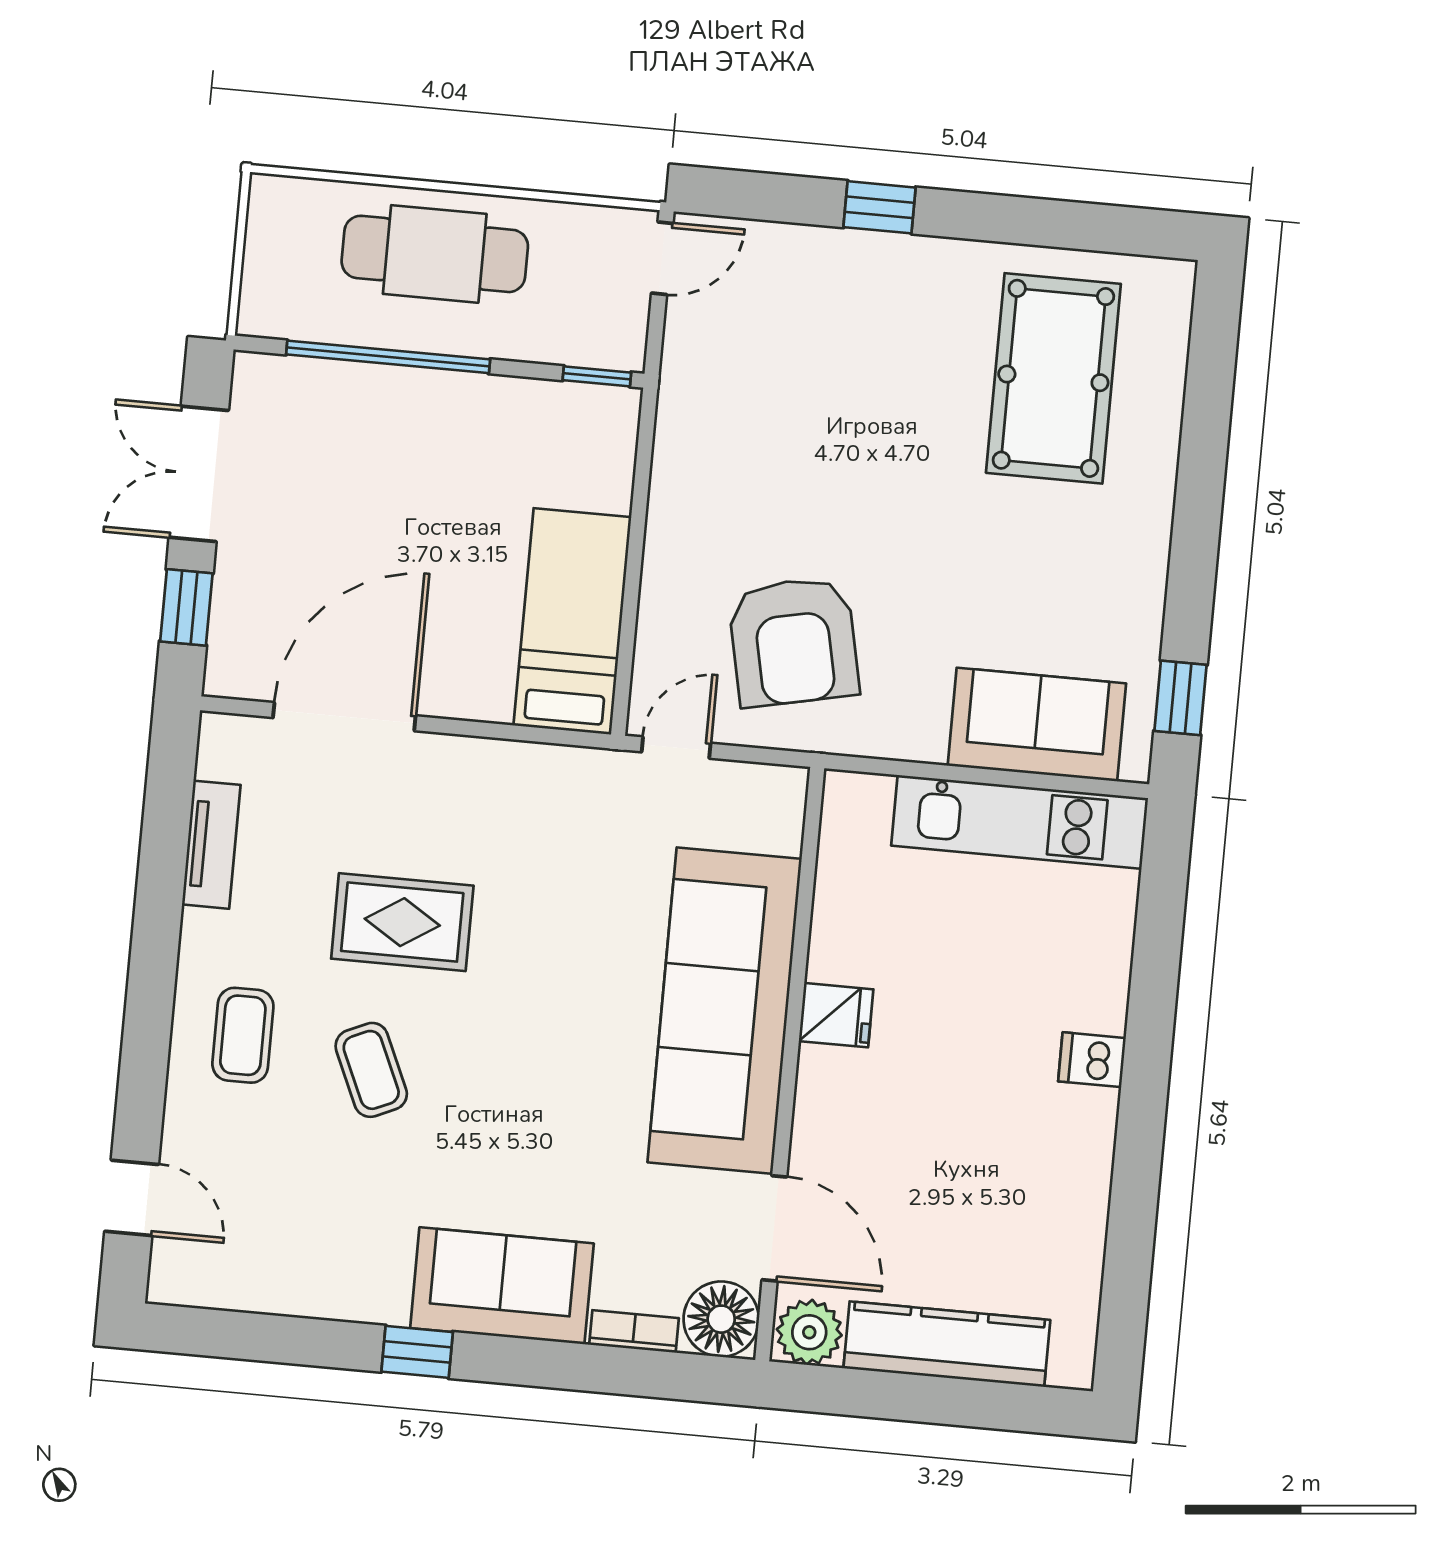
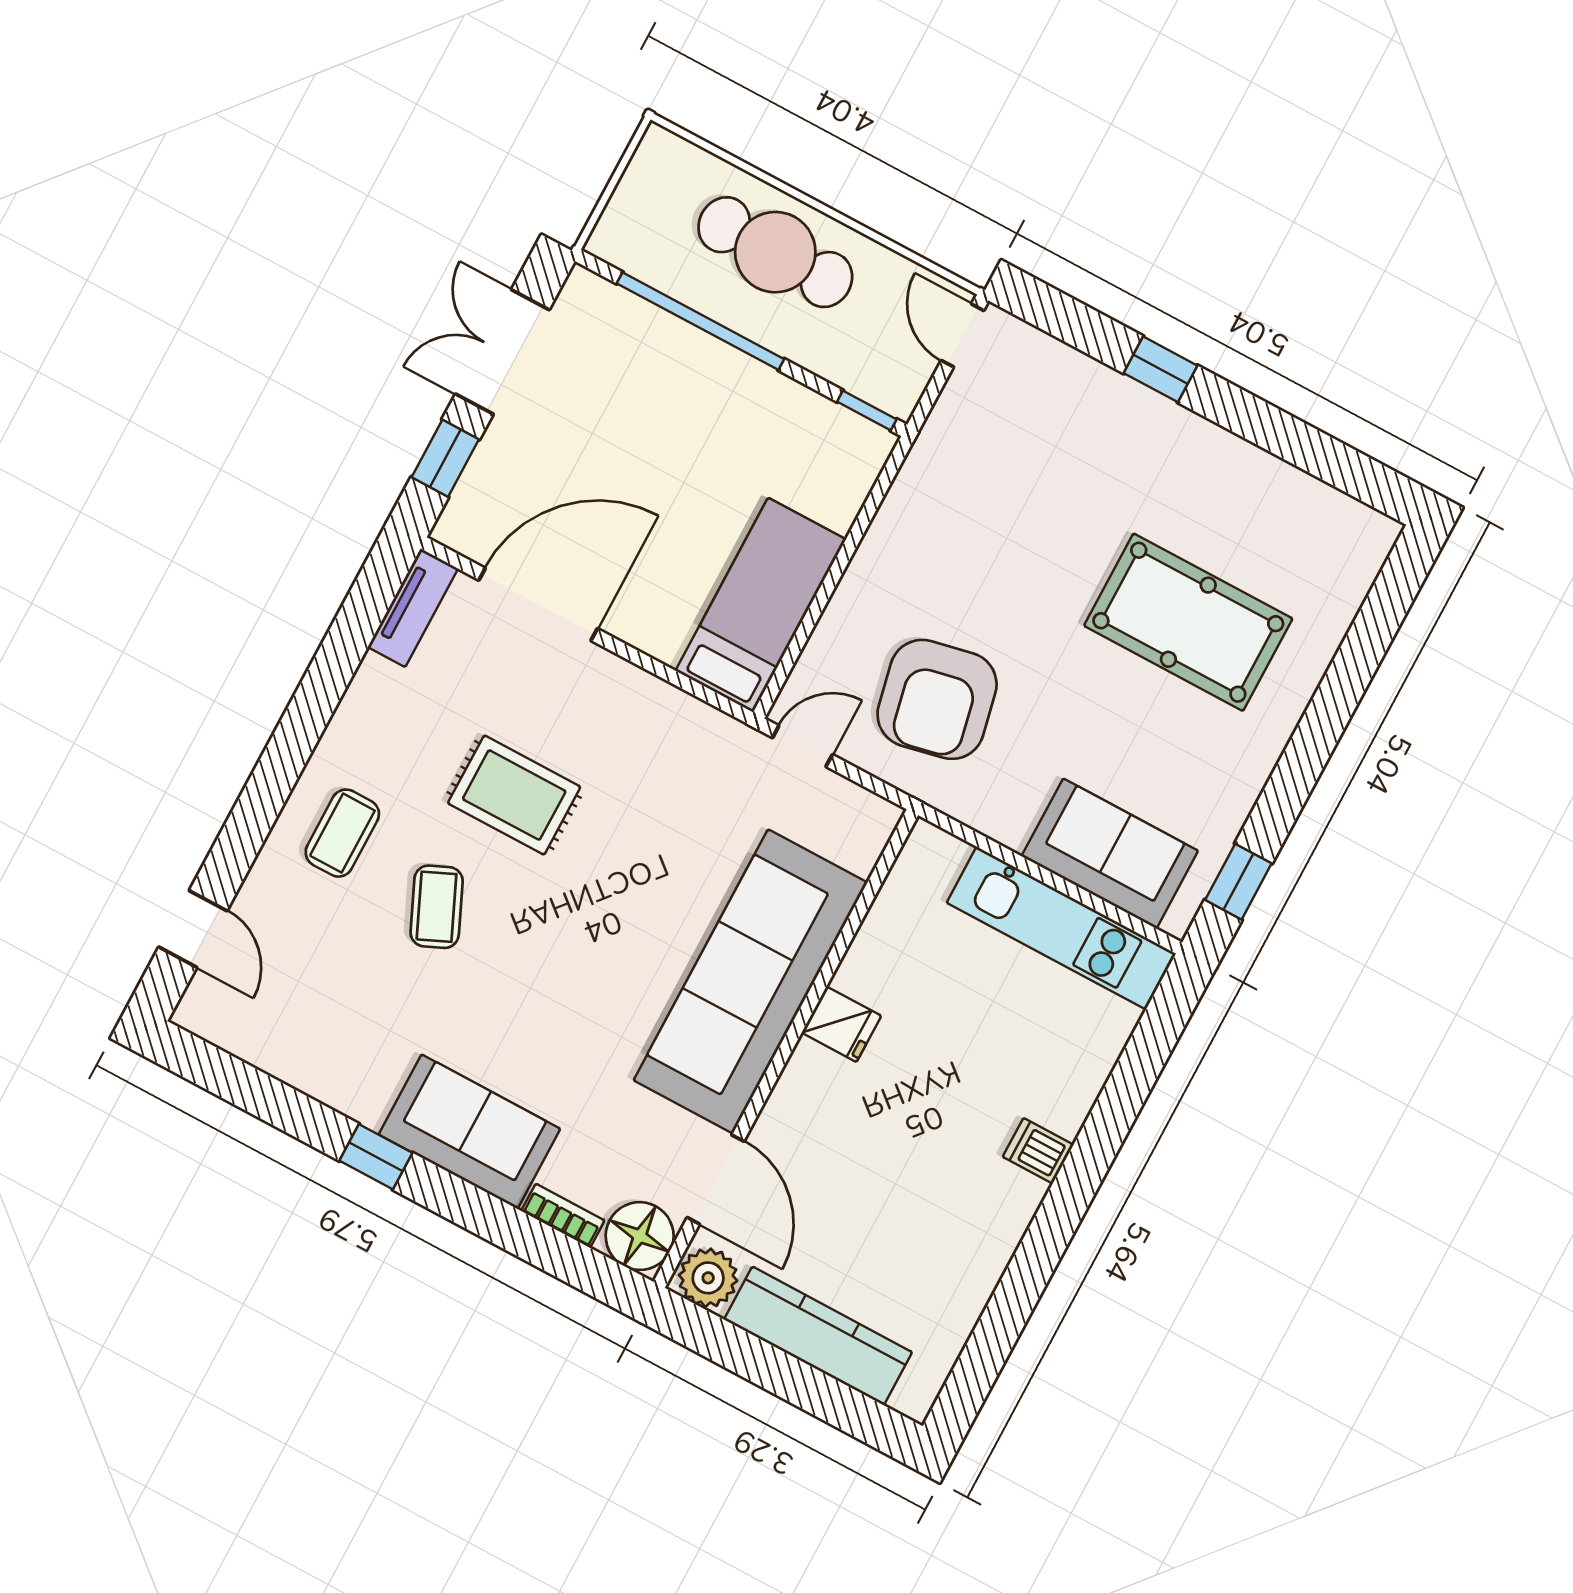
door: (662, 258) -> (962, 335), swing flipped
pool table: (1053, 378) -> (1188, 622), moved, turned 90
tv unit: (211, 845) -> (413, 608), moved

